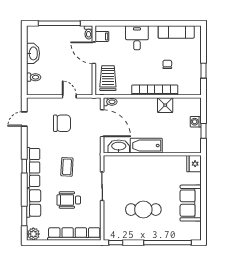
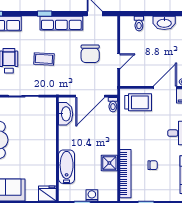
bookcase: (155, 90) -> (125, 174), moved
bathtub: (146, 146) -> (67, 167), moved
row of seats: (33, 167) -> (61, 23), moved

